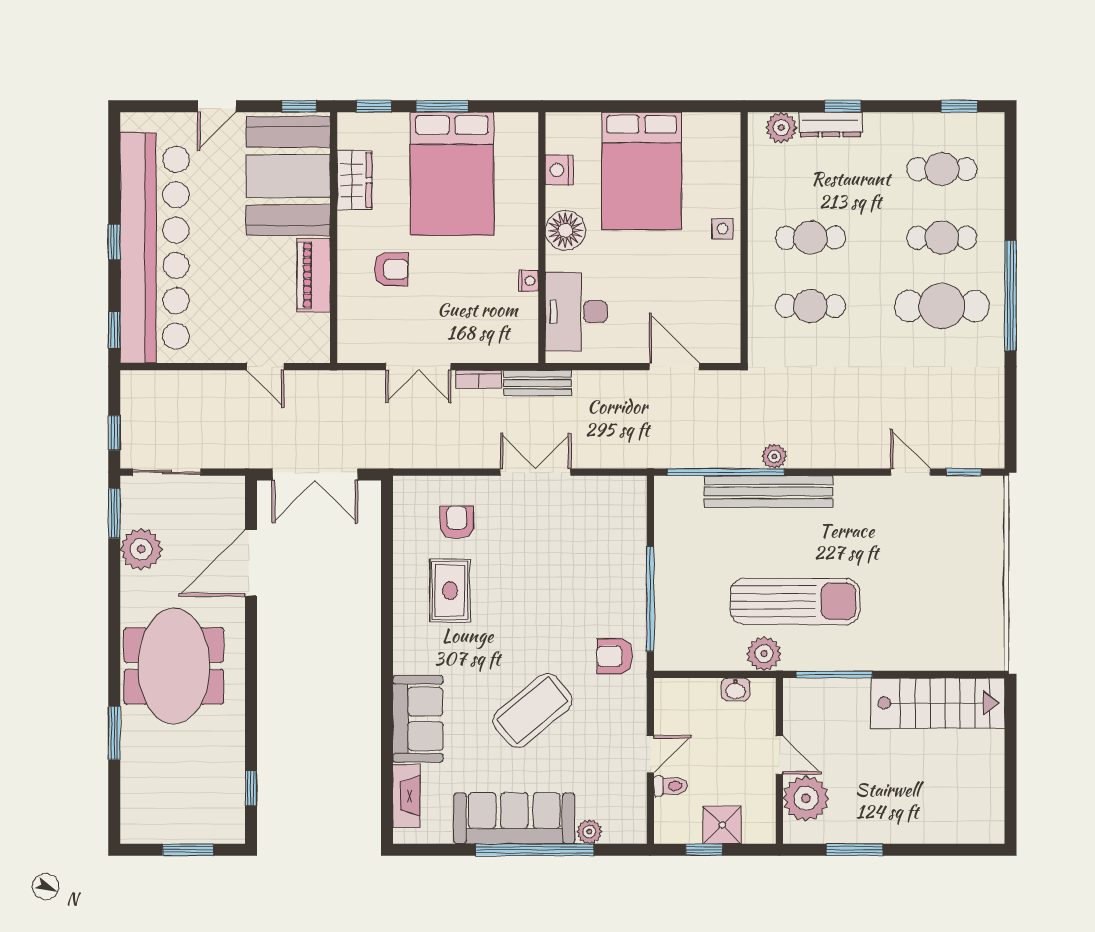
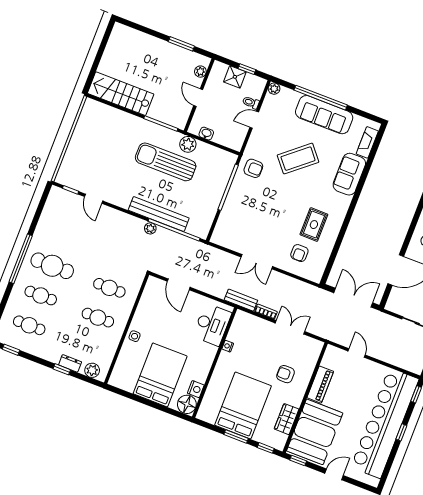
dresser: (831, 124) -> (70, 363), width x0.70
floor lamp: (565, 230) -> (187, 404), moved
plant: (806, 798) -> (200, 72), width x0.53, depth x0.53
plant: (589, 832) -> (274, 89), moved

